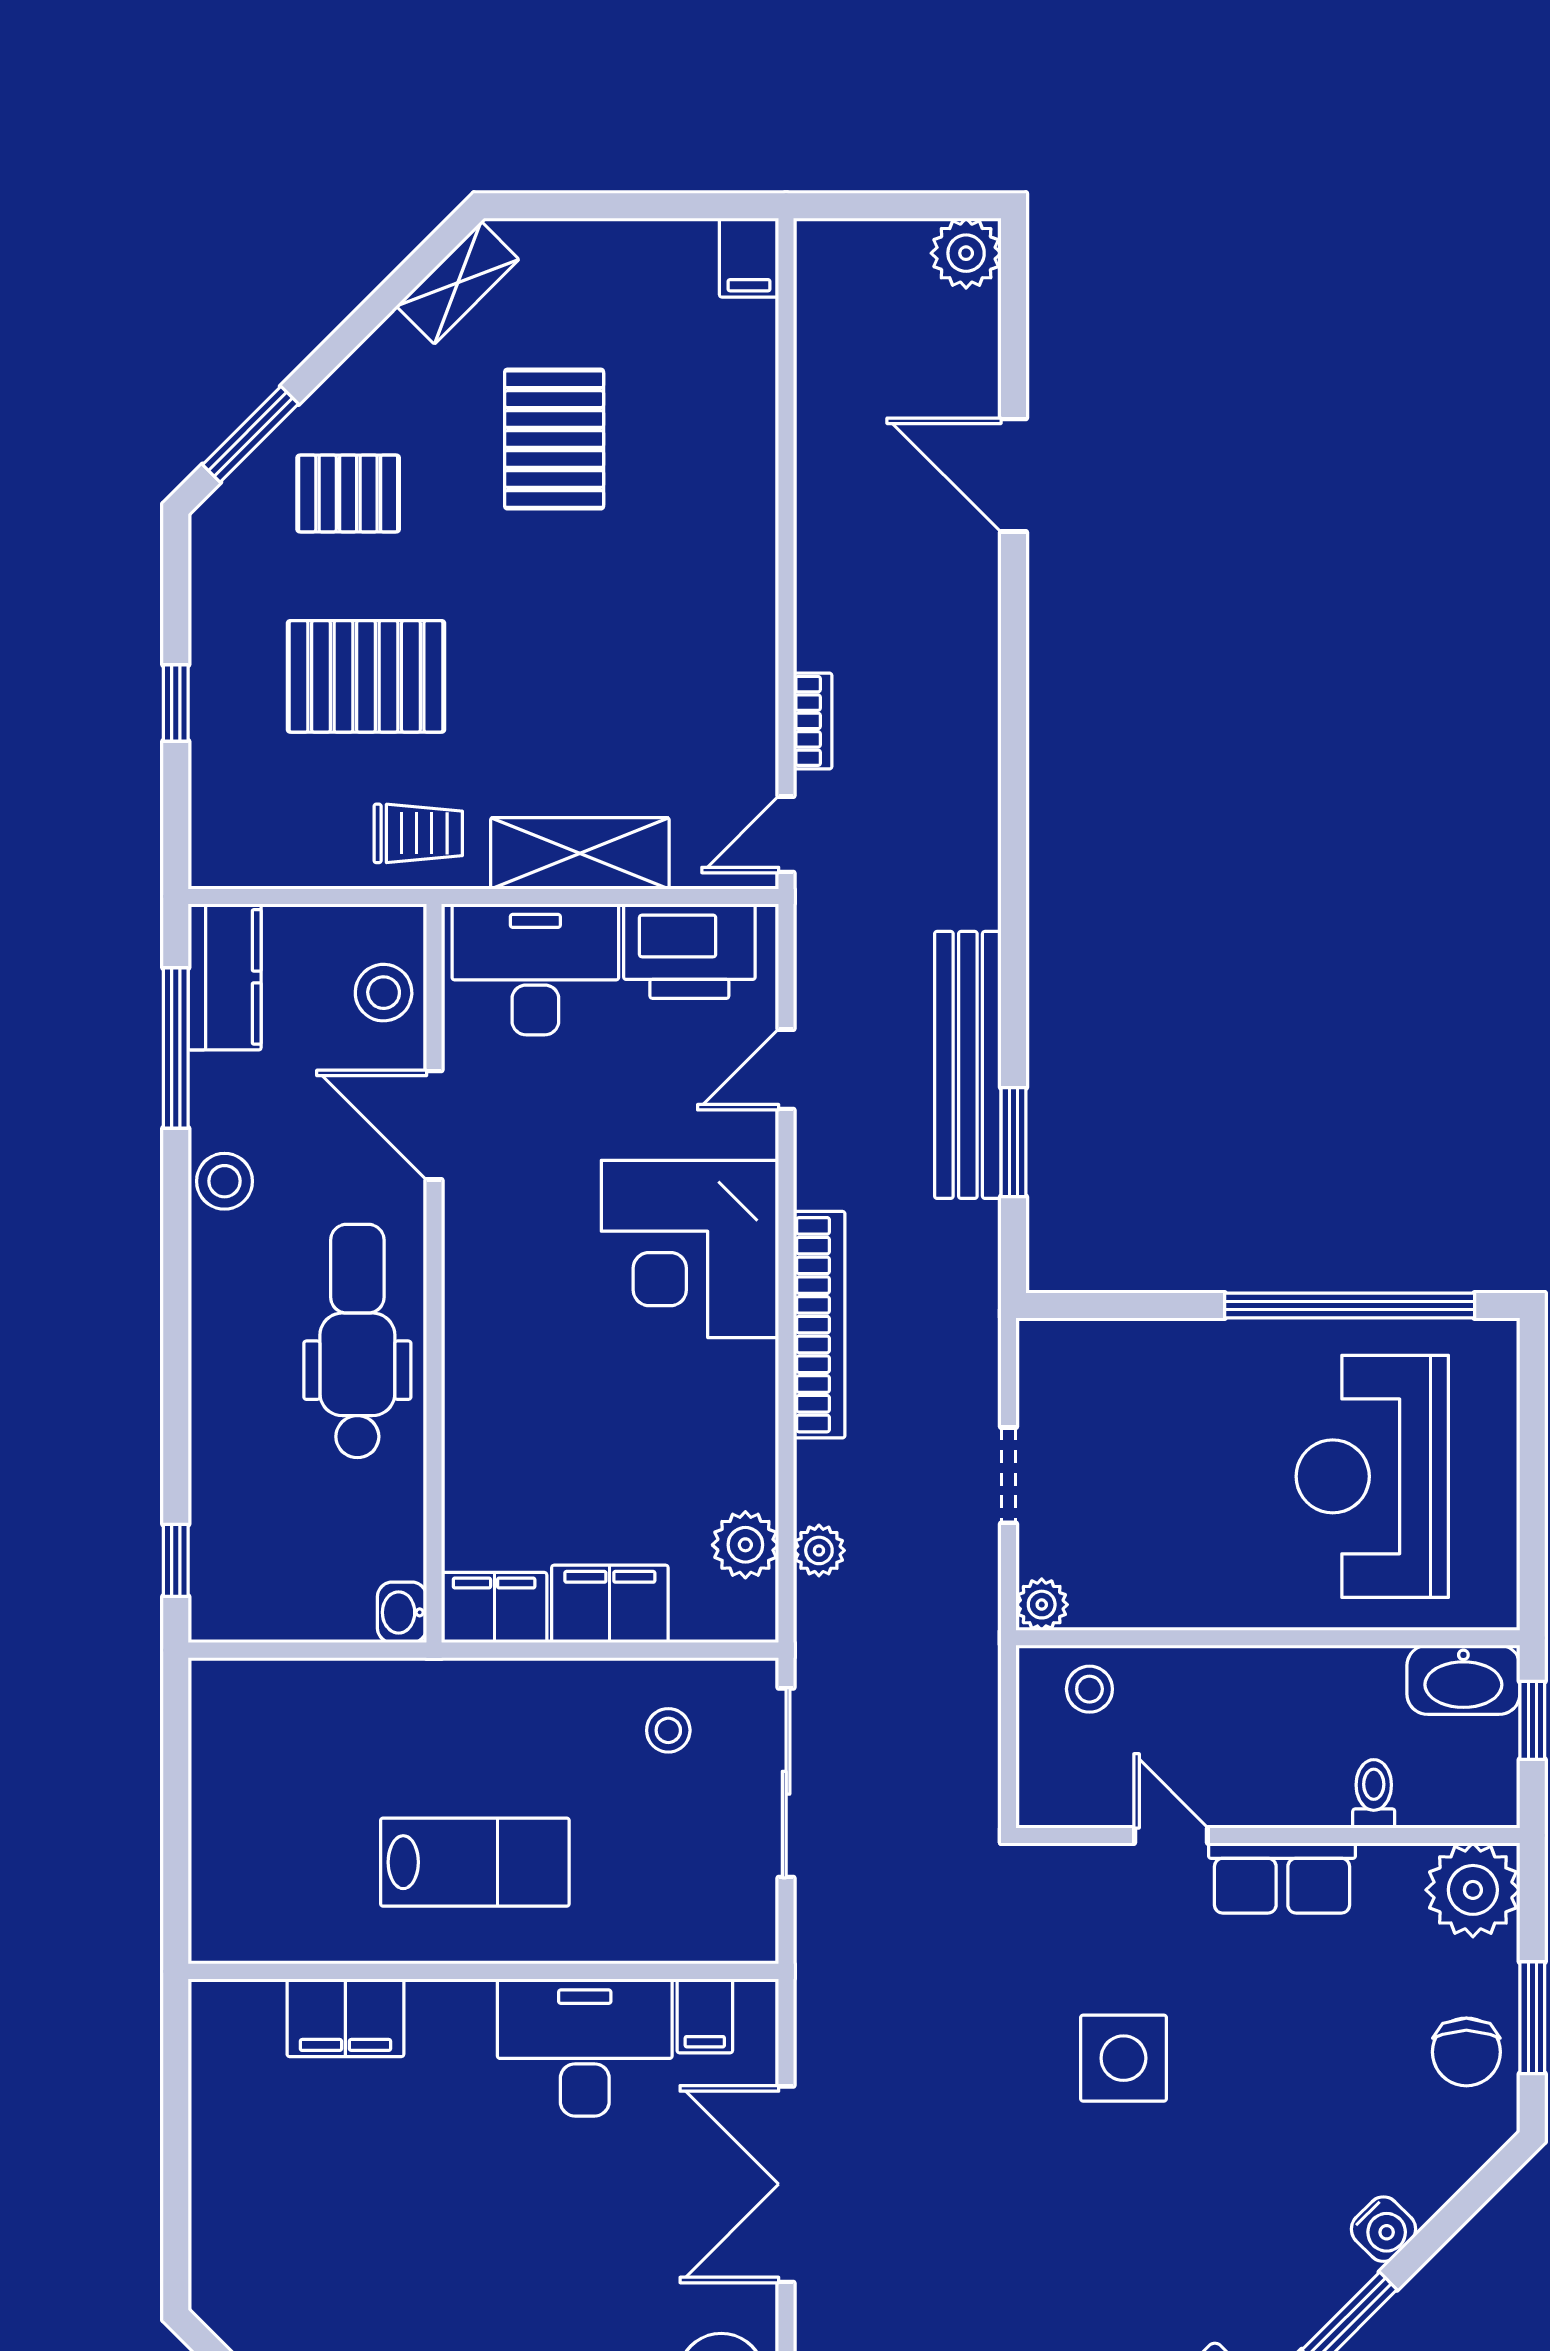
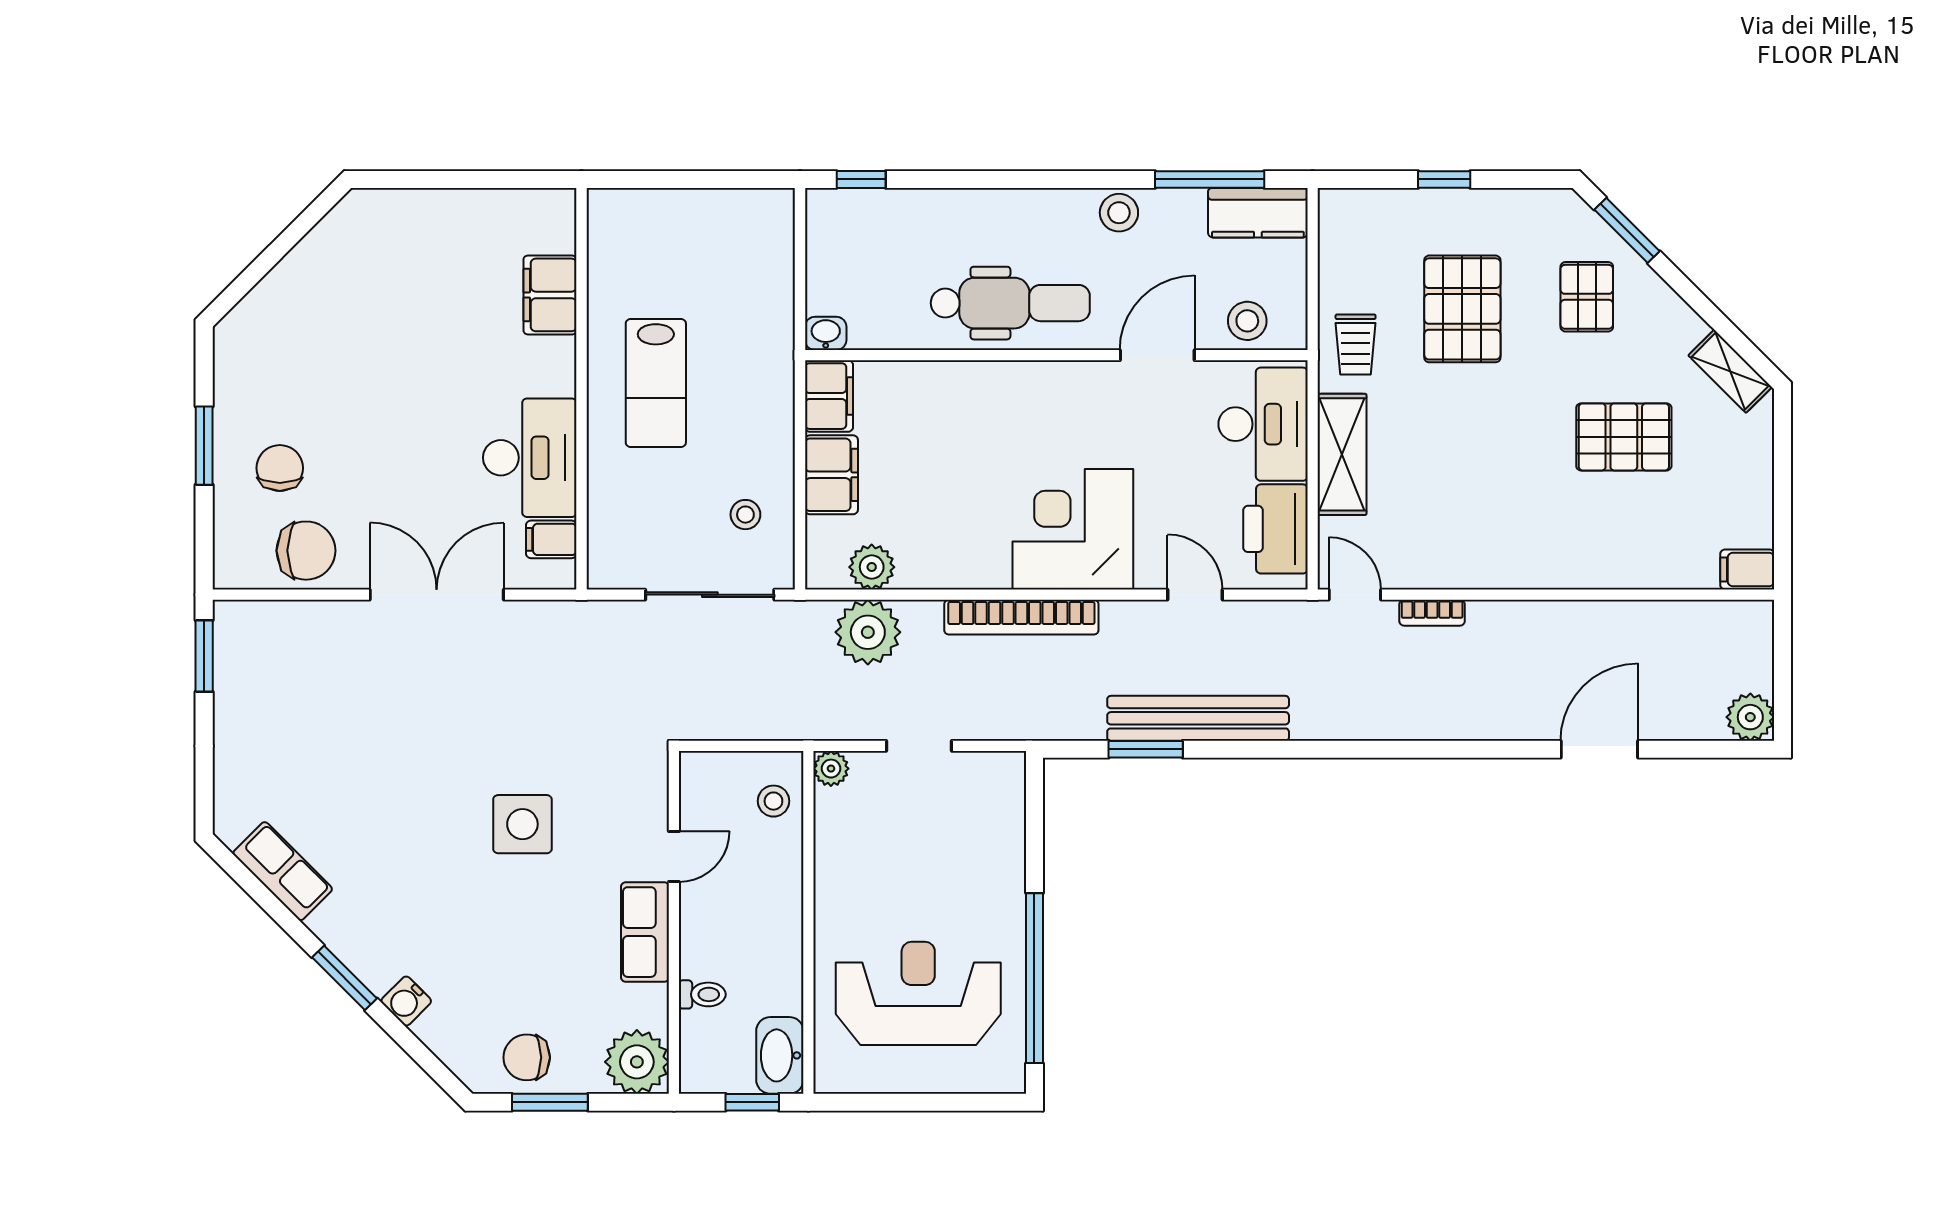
plant: (819, 1550) -> (868, 632), width x1.87, depth x1.87

